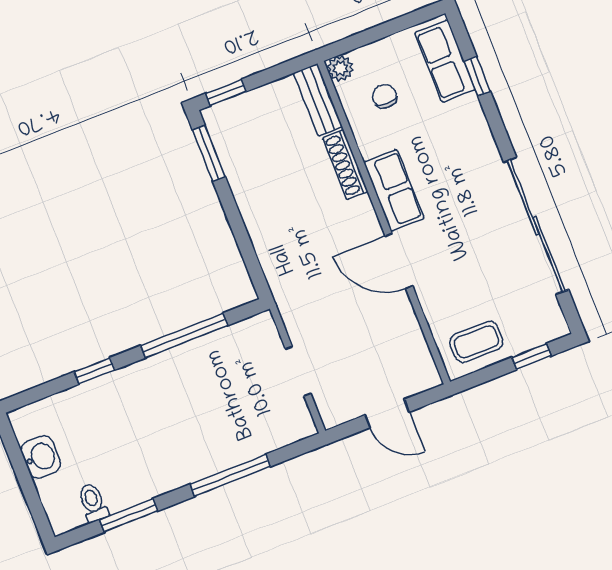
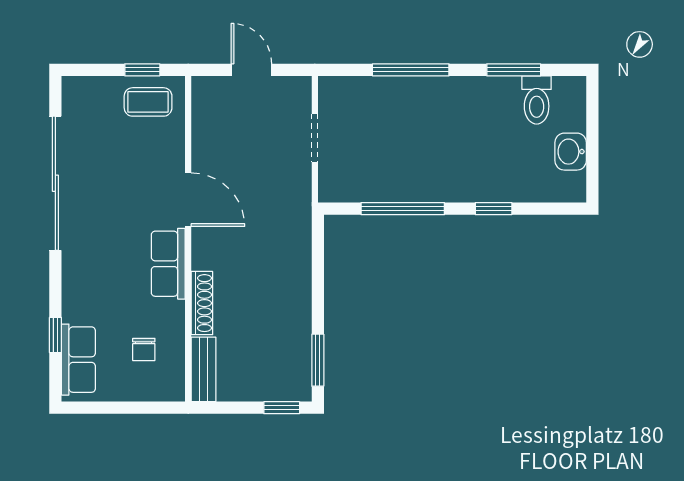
plant: (340, 68) -> (173, 389), removed
window: (531, 357) -> (142, 70), moved
toilet: (93, 503) -> (537, 100), width x1.37, depth x1.39

